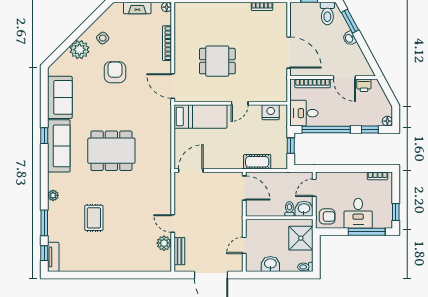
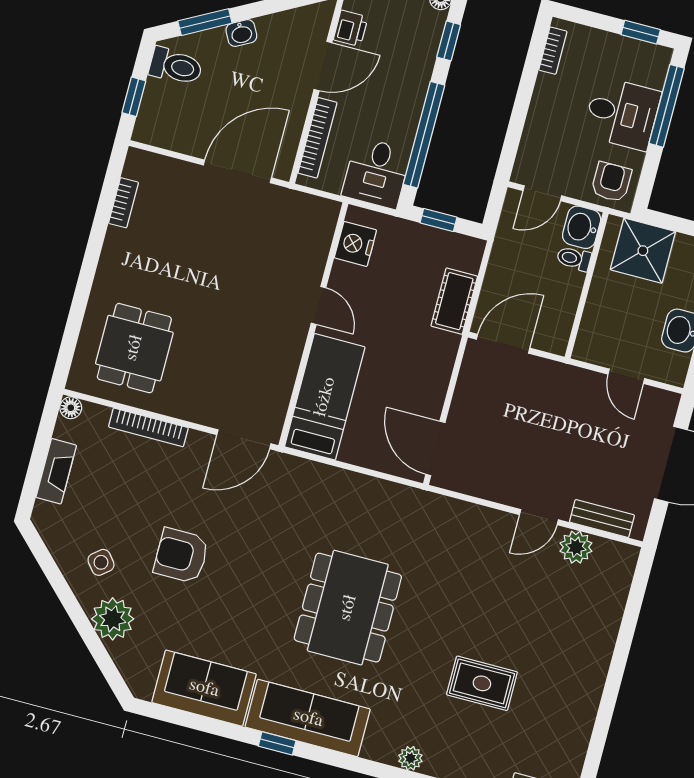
dining table: (217, 61) -> (134, 348), moved
door: (314, 188) -> (542, 193), hinge flipped

